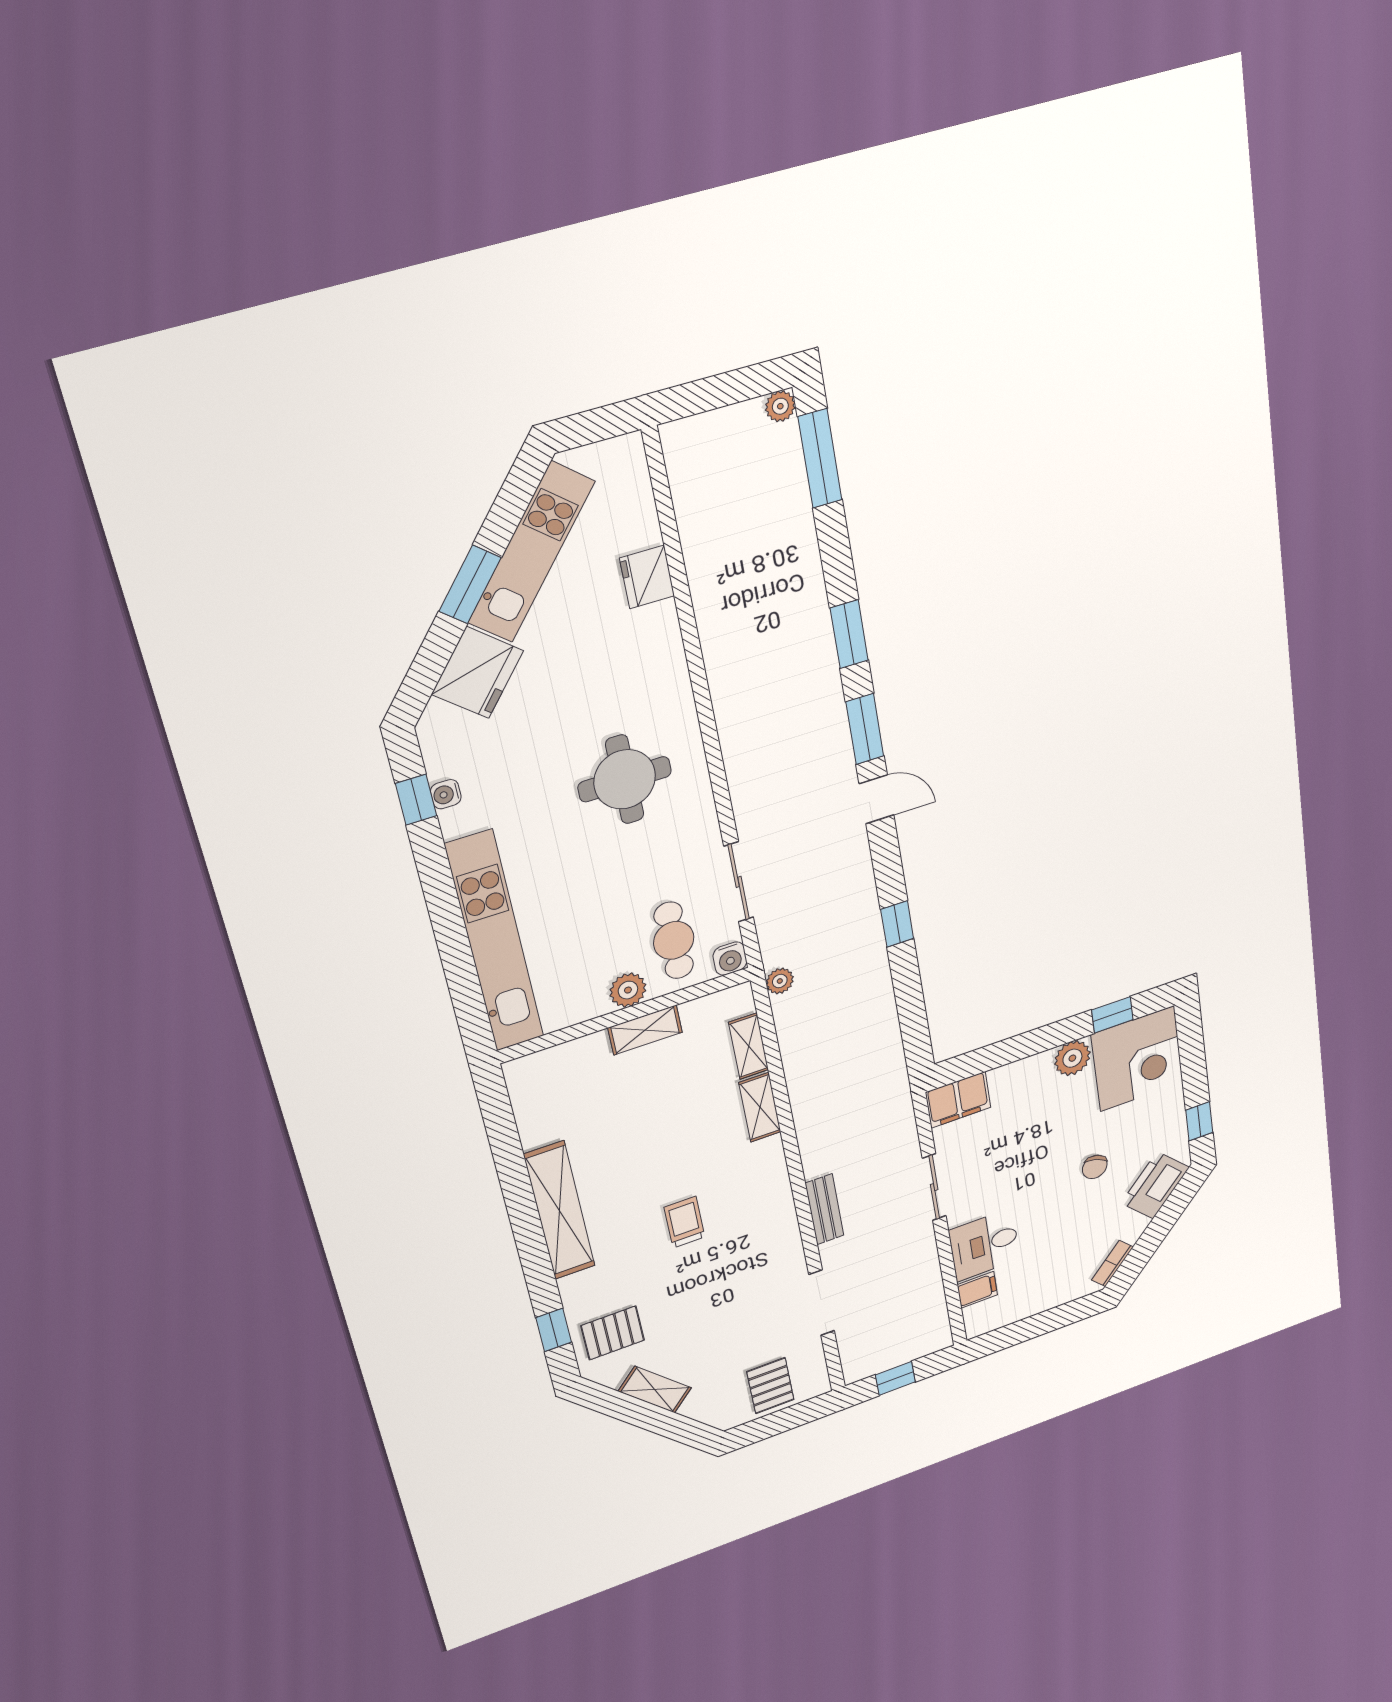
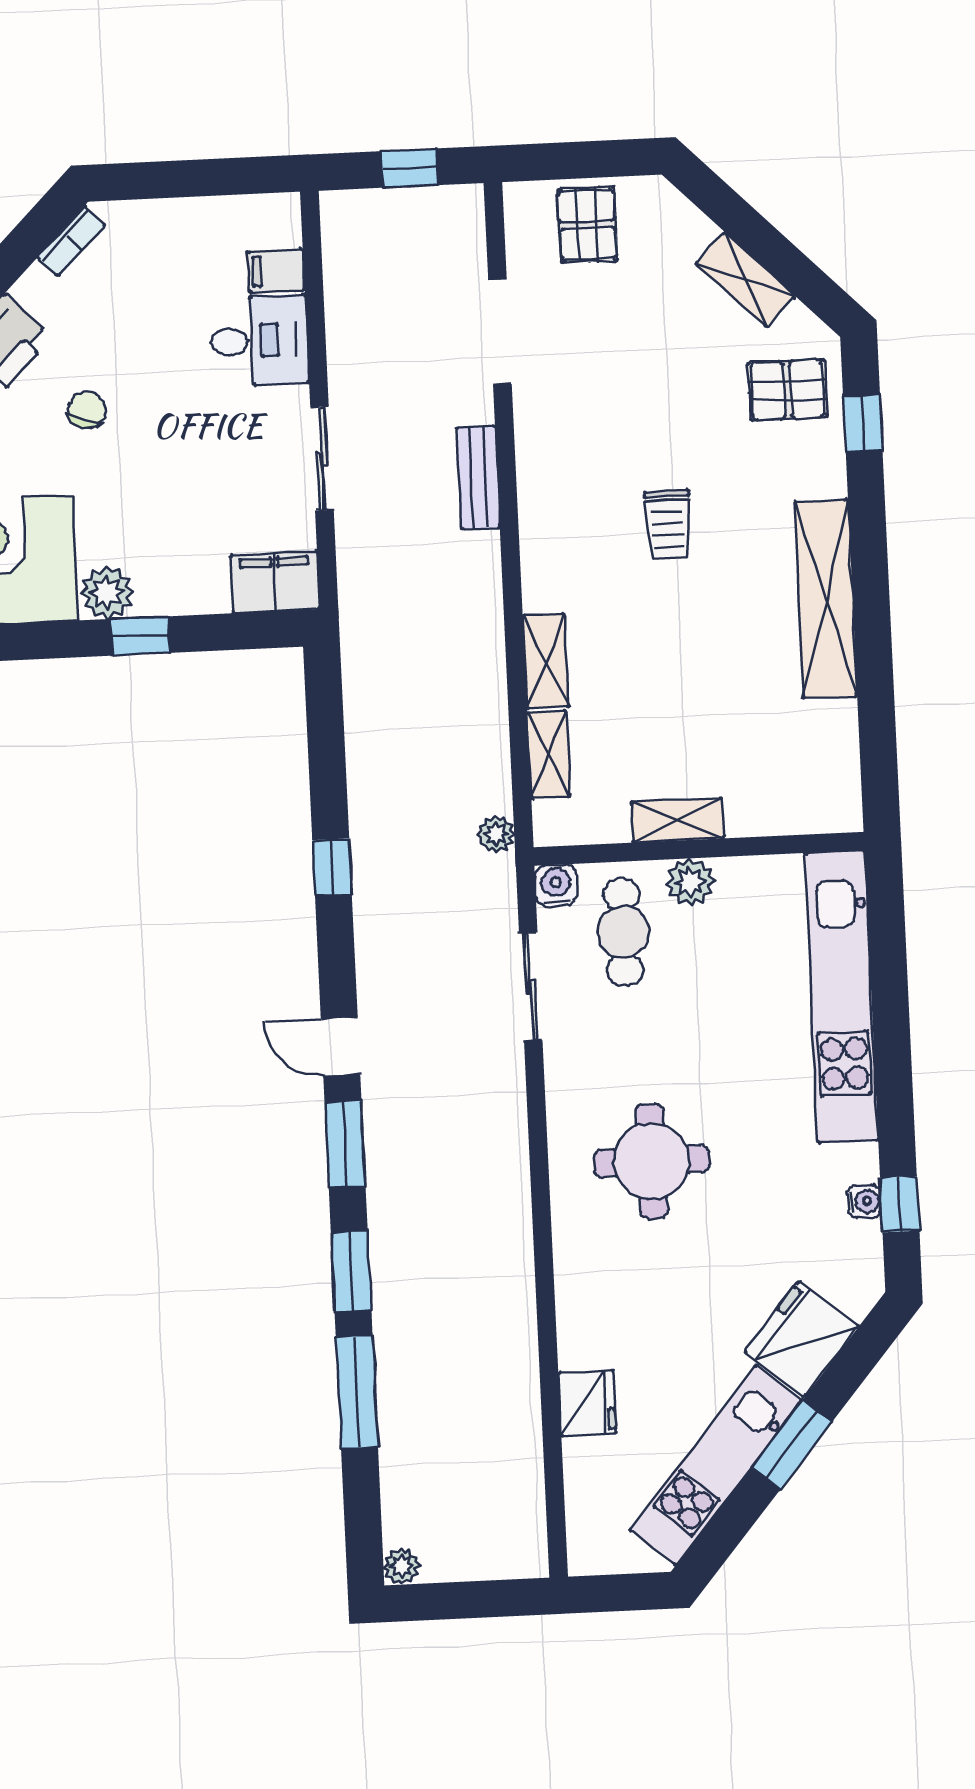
window: (820, 458) -> (357, 1392), moved
window: (1112, 1015) -> (140, 636), moved

